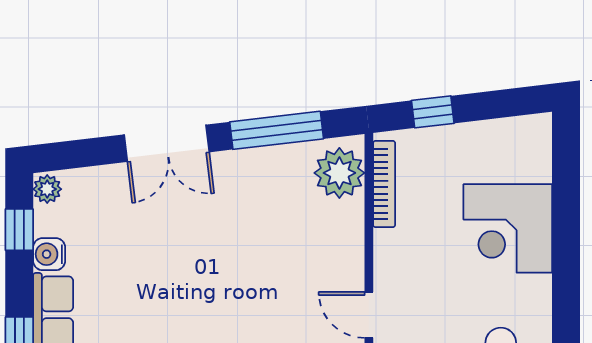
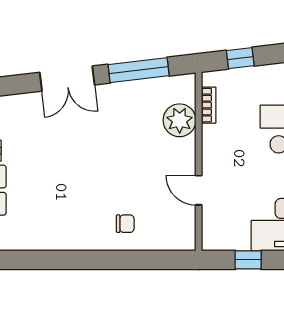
plant: (339, 173) -> (180, 120), moved
bookcase: (384, 184) -> (209, 105), width x0.64

